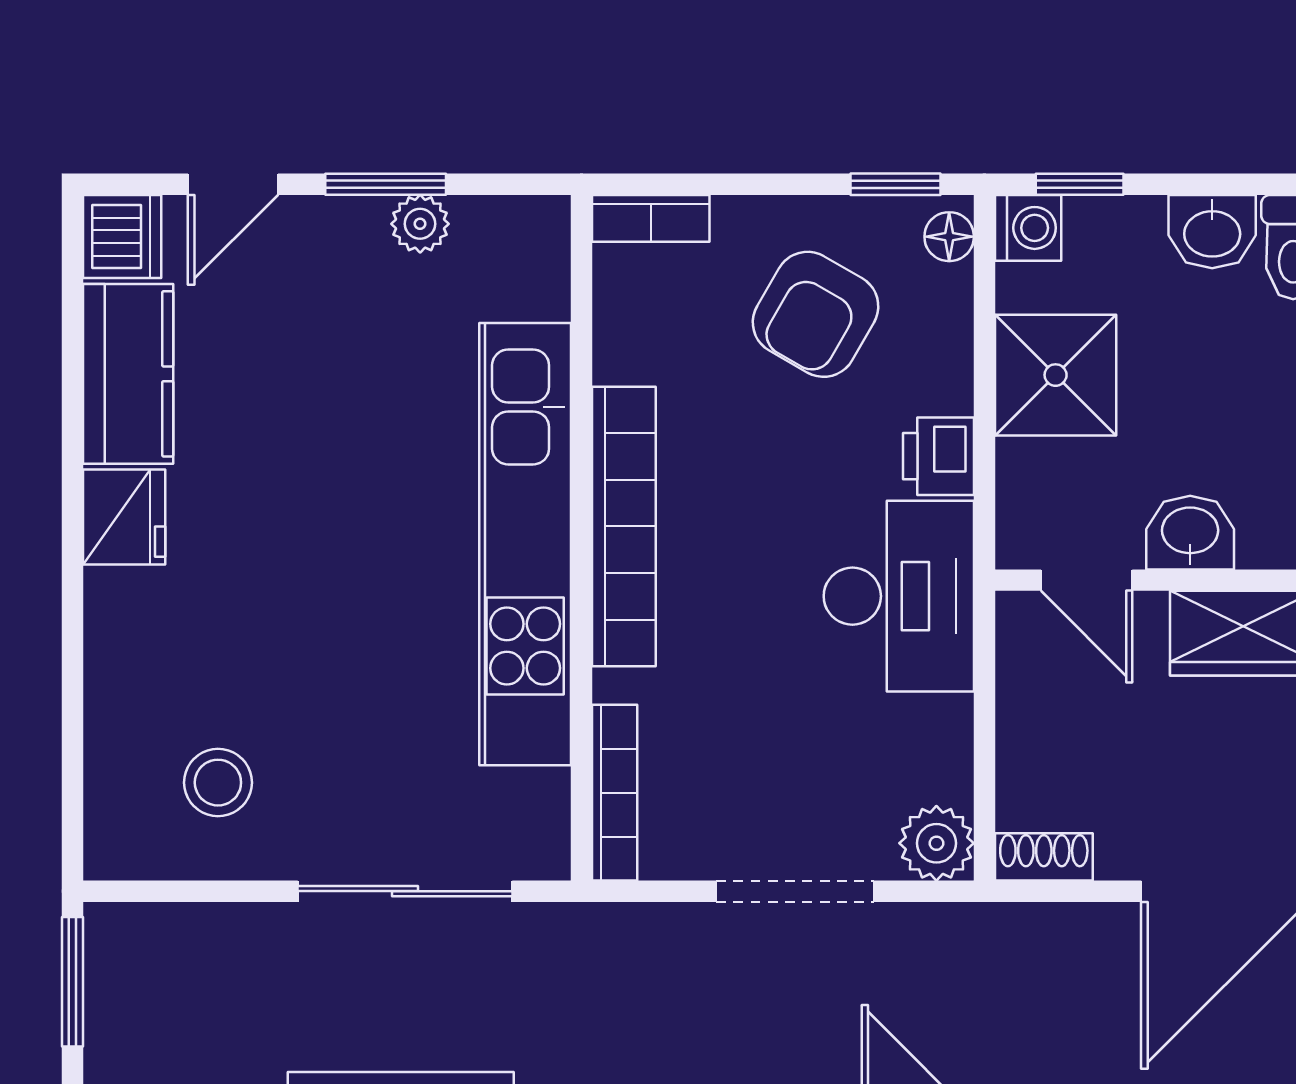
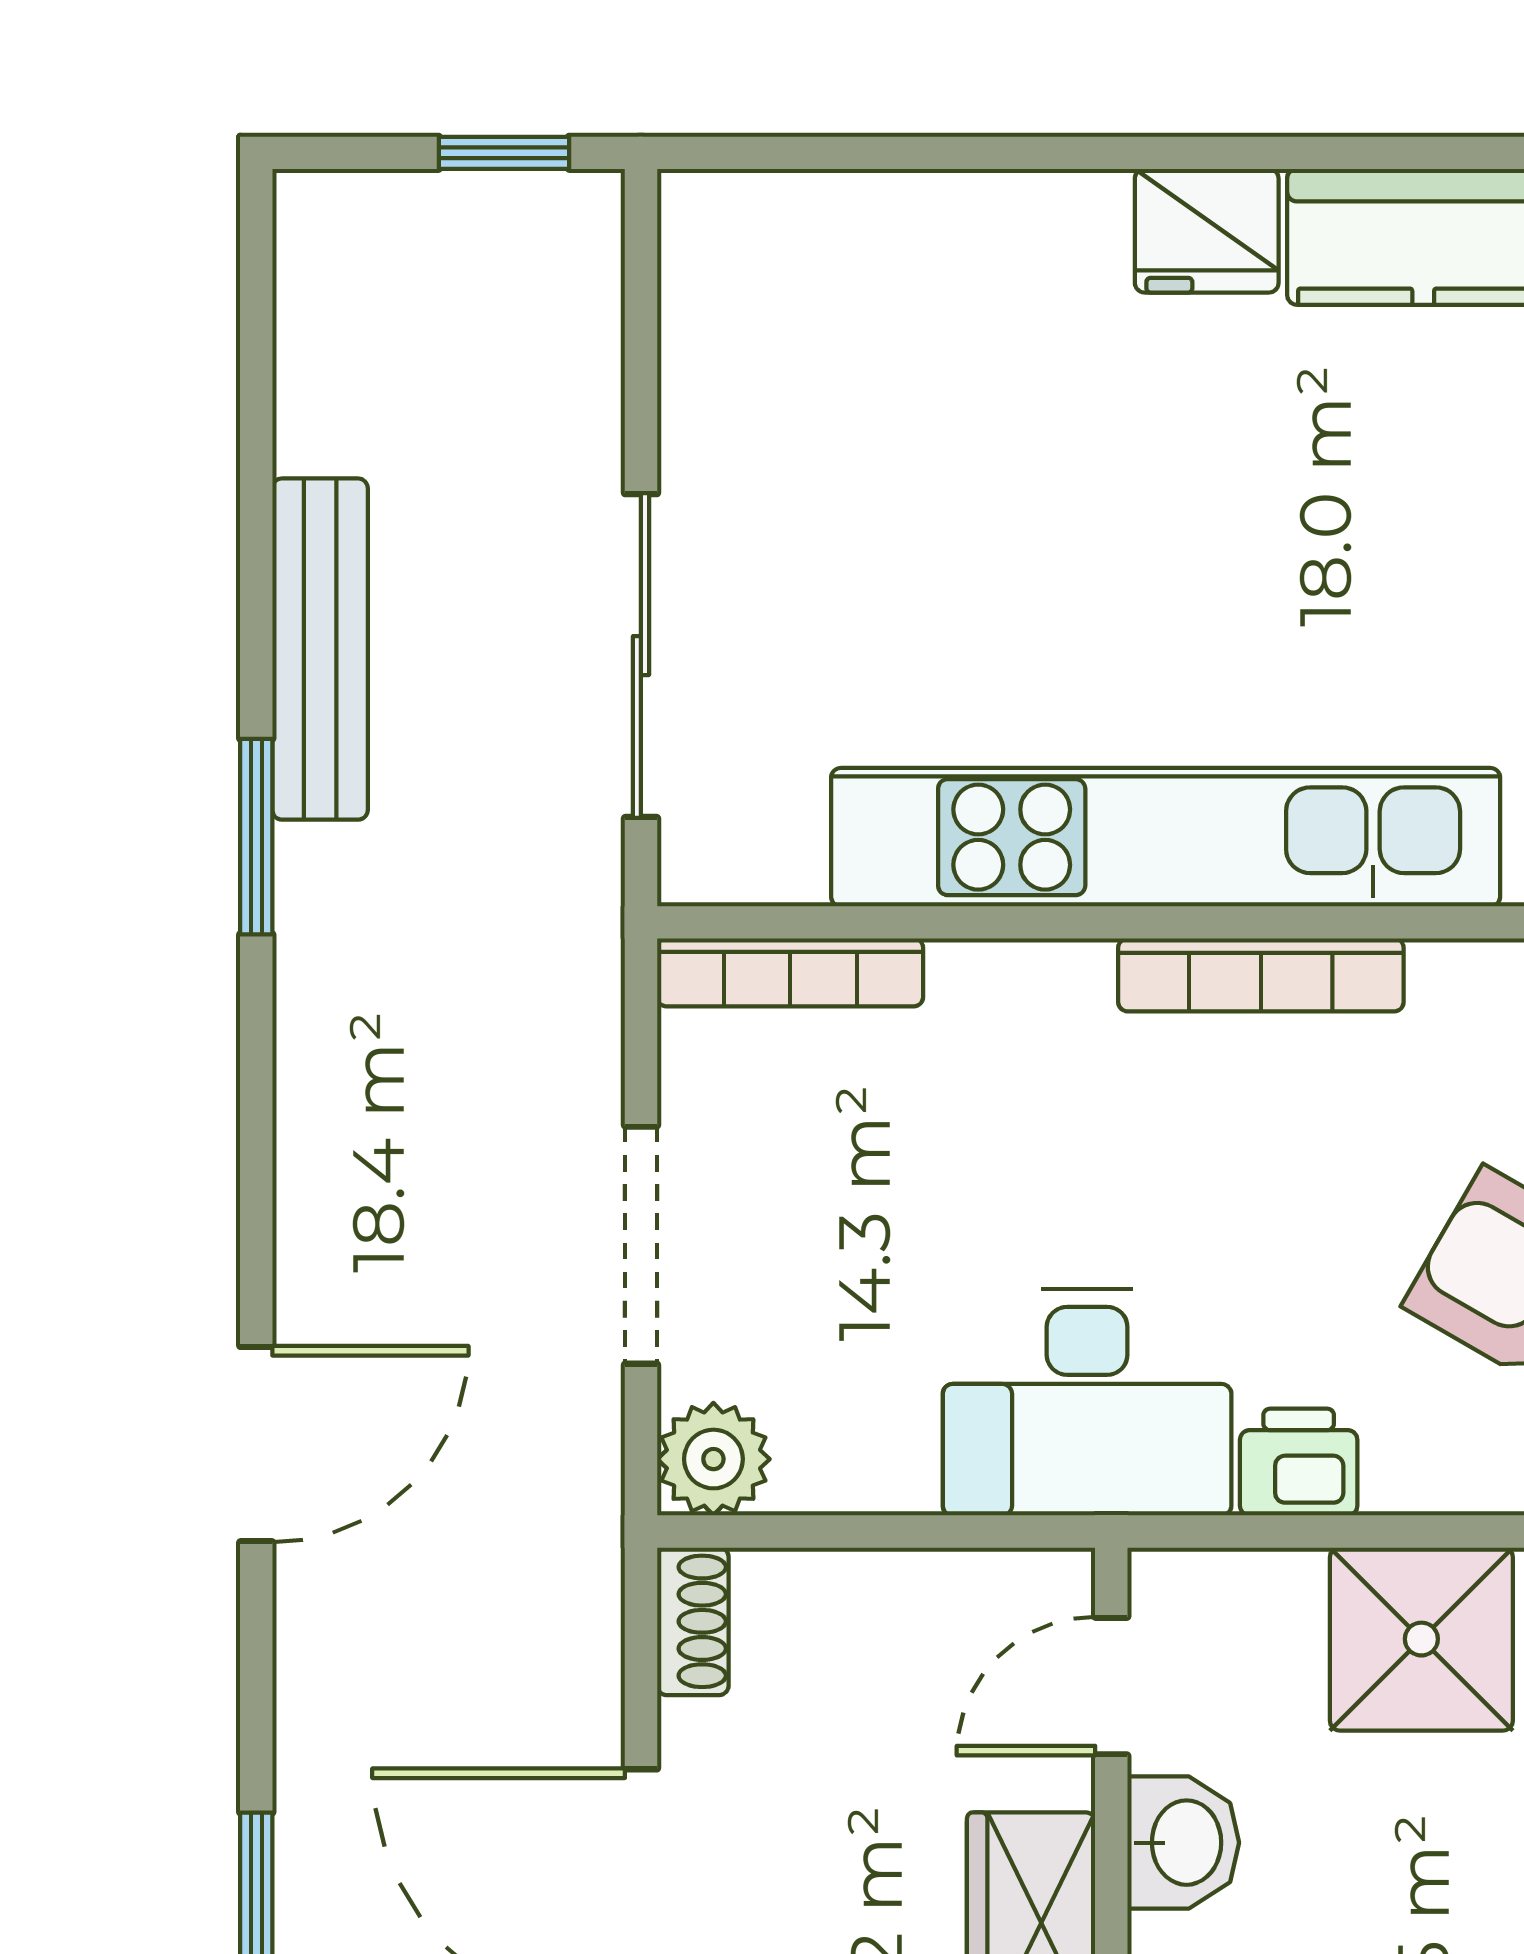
bookcase: (624, 526) -> (1261, 975), width x0.68, depth x0.76
stool: (218, 783) -> (805, 373), removed
window: (73, 982) -> (504, 153), width x0.67

